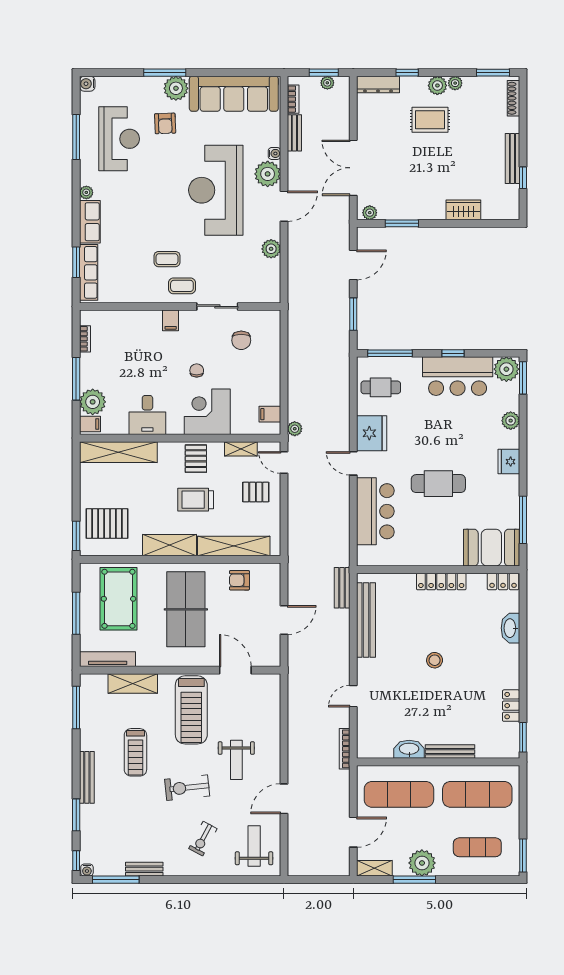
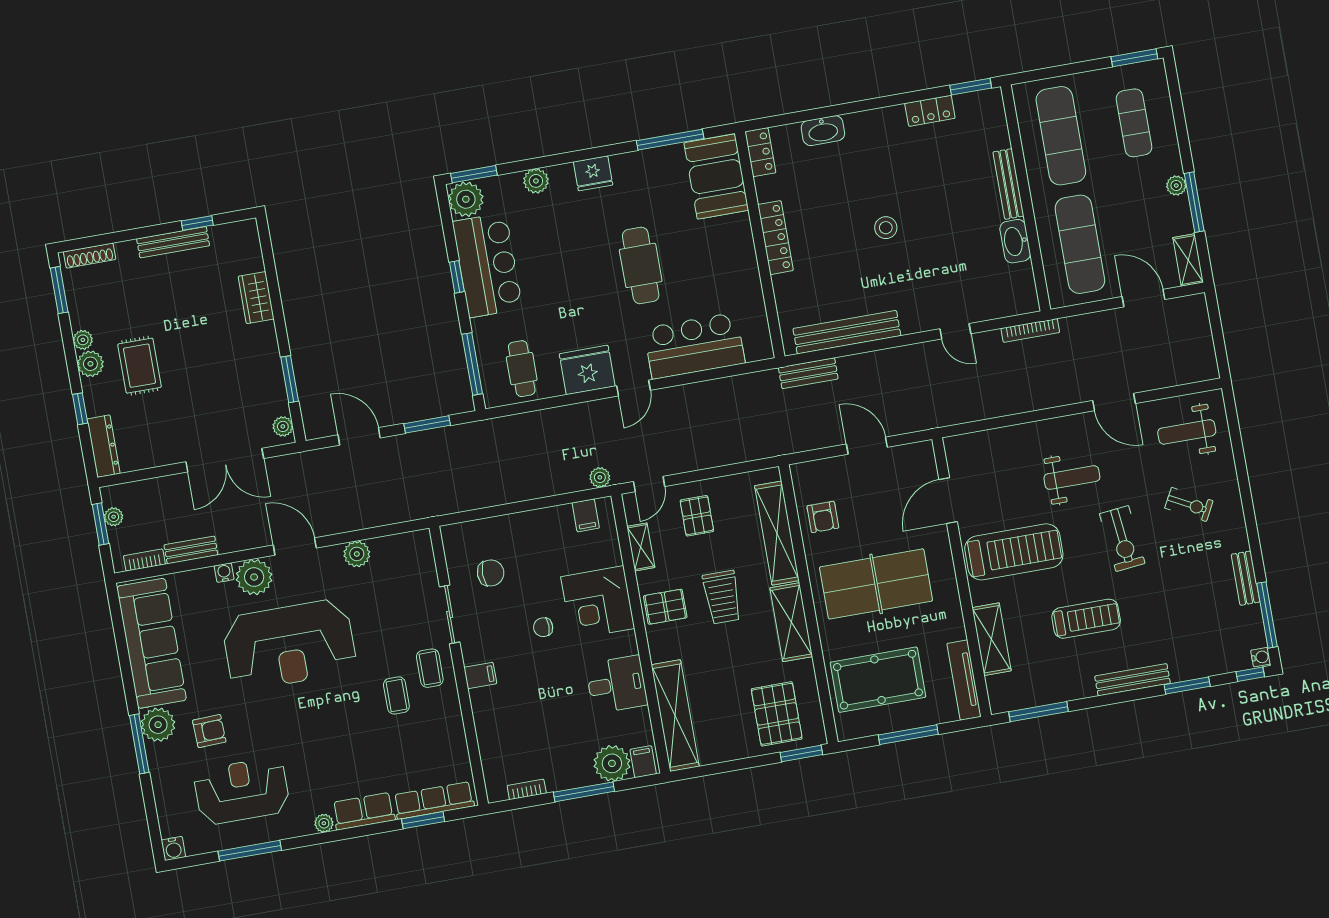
plant: (422, 863) -> (1176, 186), width x0.53, depth x0.53

